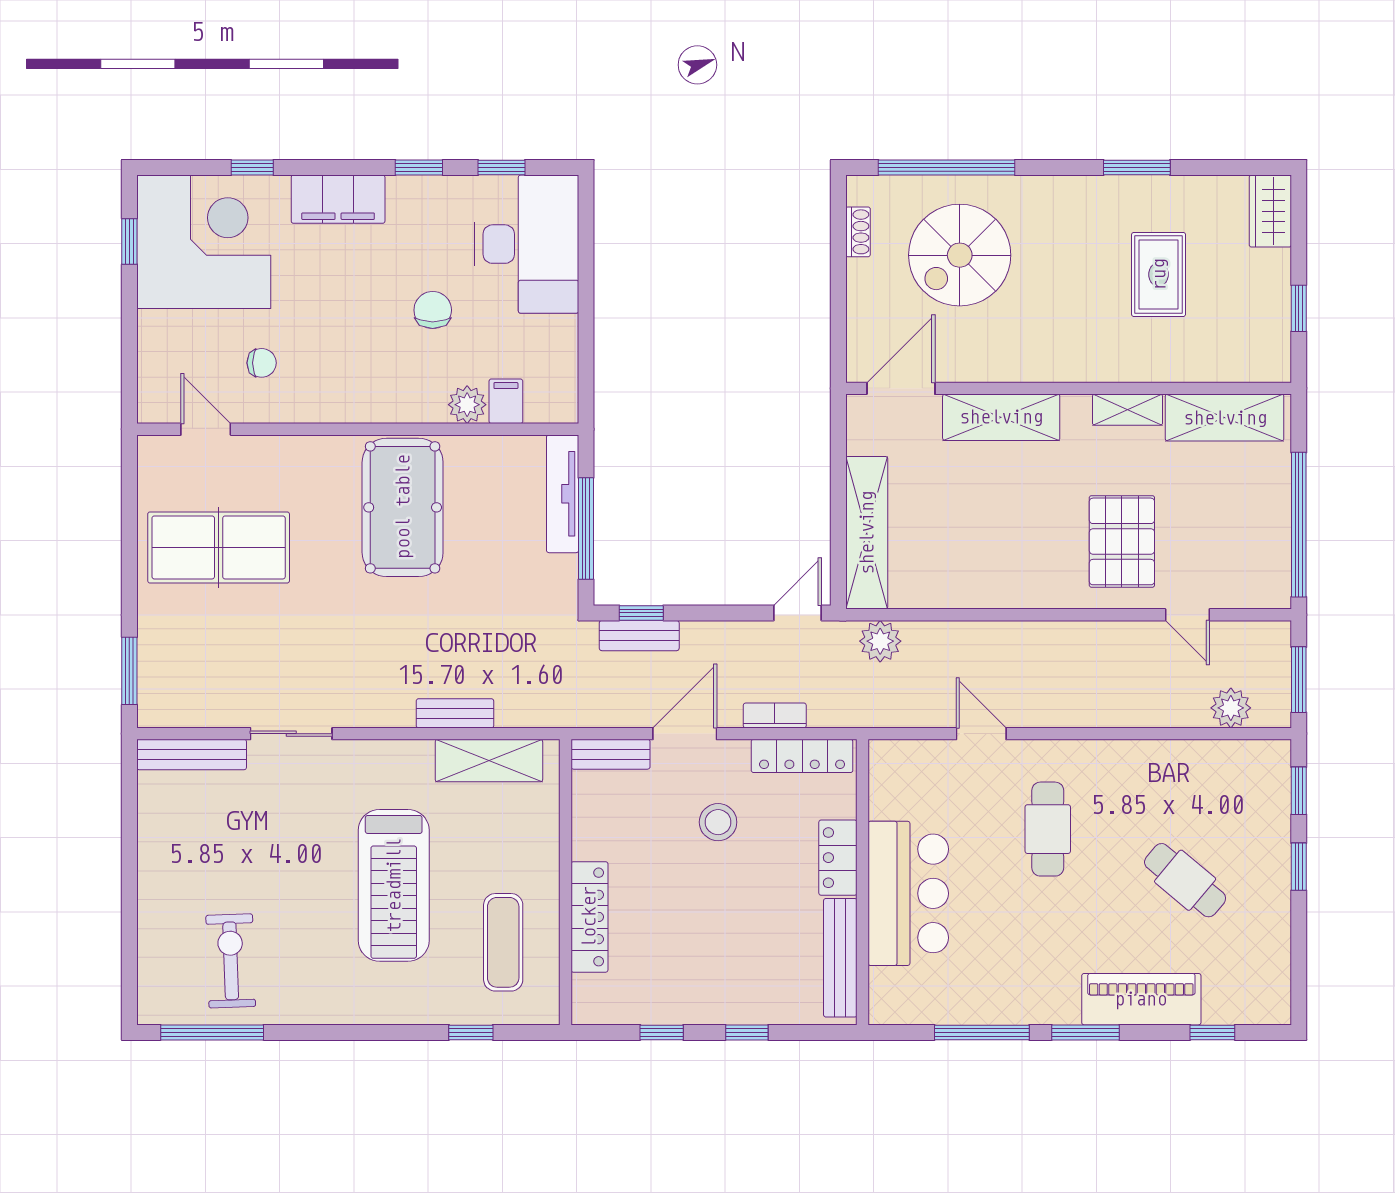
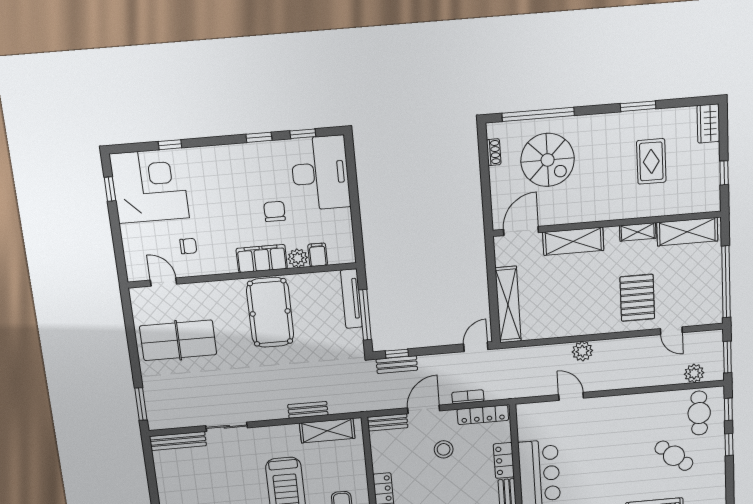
filing cabinet: (338, 199) -> (262, 259), moved, turned 180
spiral stairs: (960, 255) -> (548, 160), turned -90
plant: (880, 641) -> (582, 351), moved
cafe table: (1048, 829) -> (699, 413), moved

